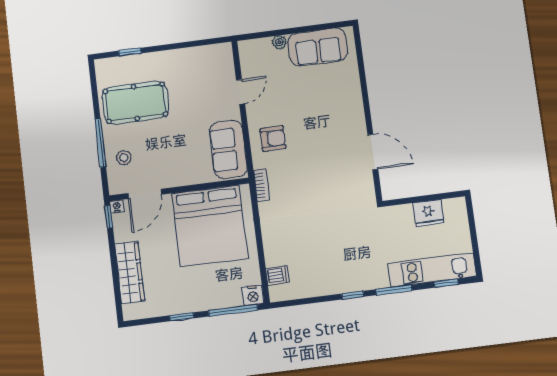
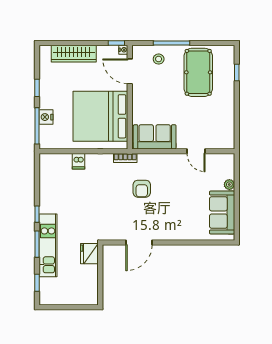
armchair: (273, 139) -> (142, 189), moved
fridge: (428, 213) -> (89, 254), moved
kitchen unit: (432, 270) -> (48, 245), moved
dishwasher: (277, 275) -> (79, 161), moved
nightstand: (253, 295) -> (46, 117), moved

